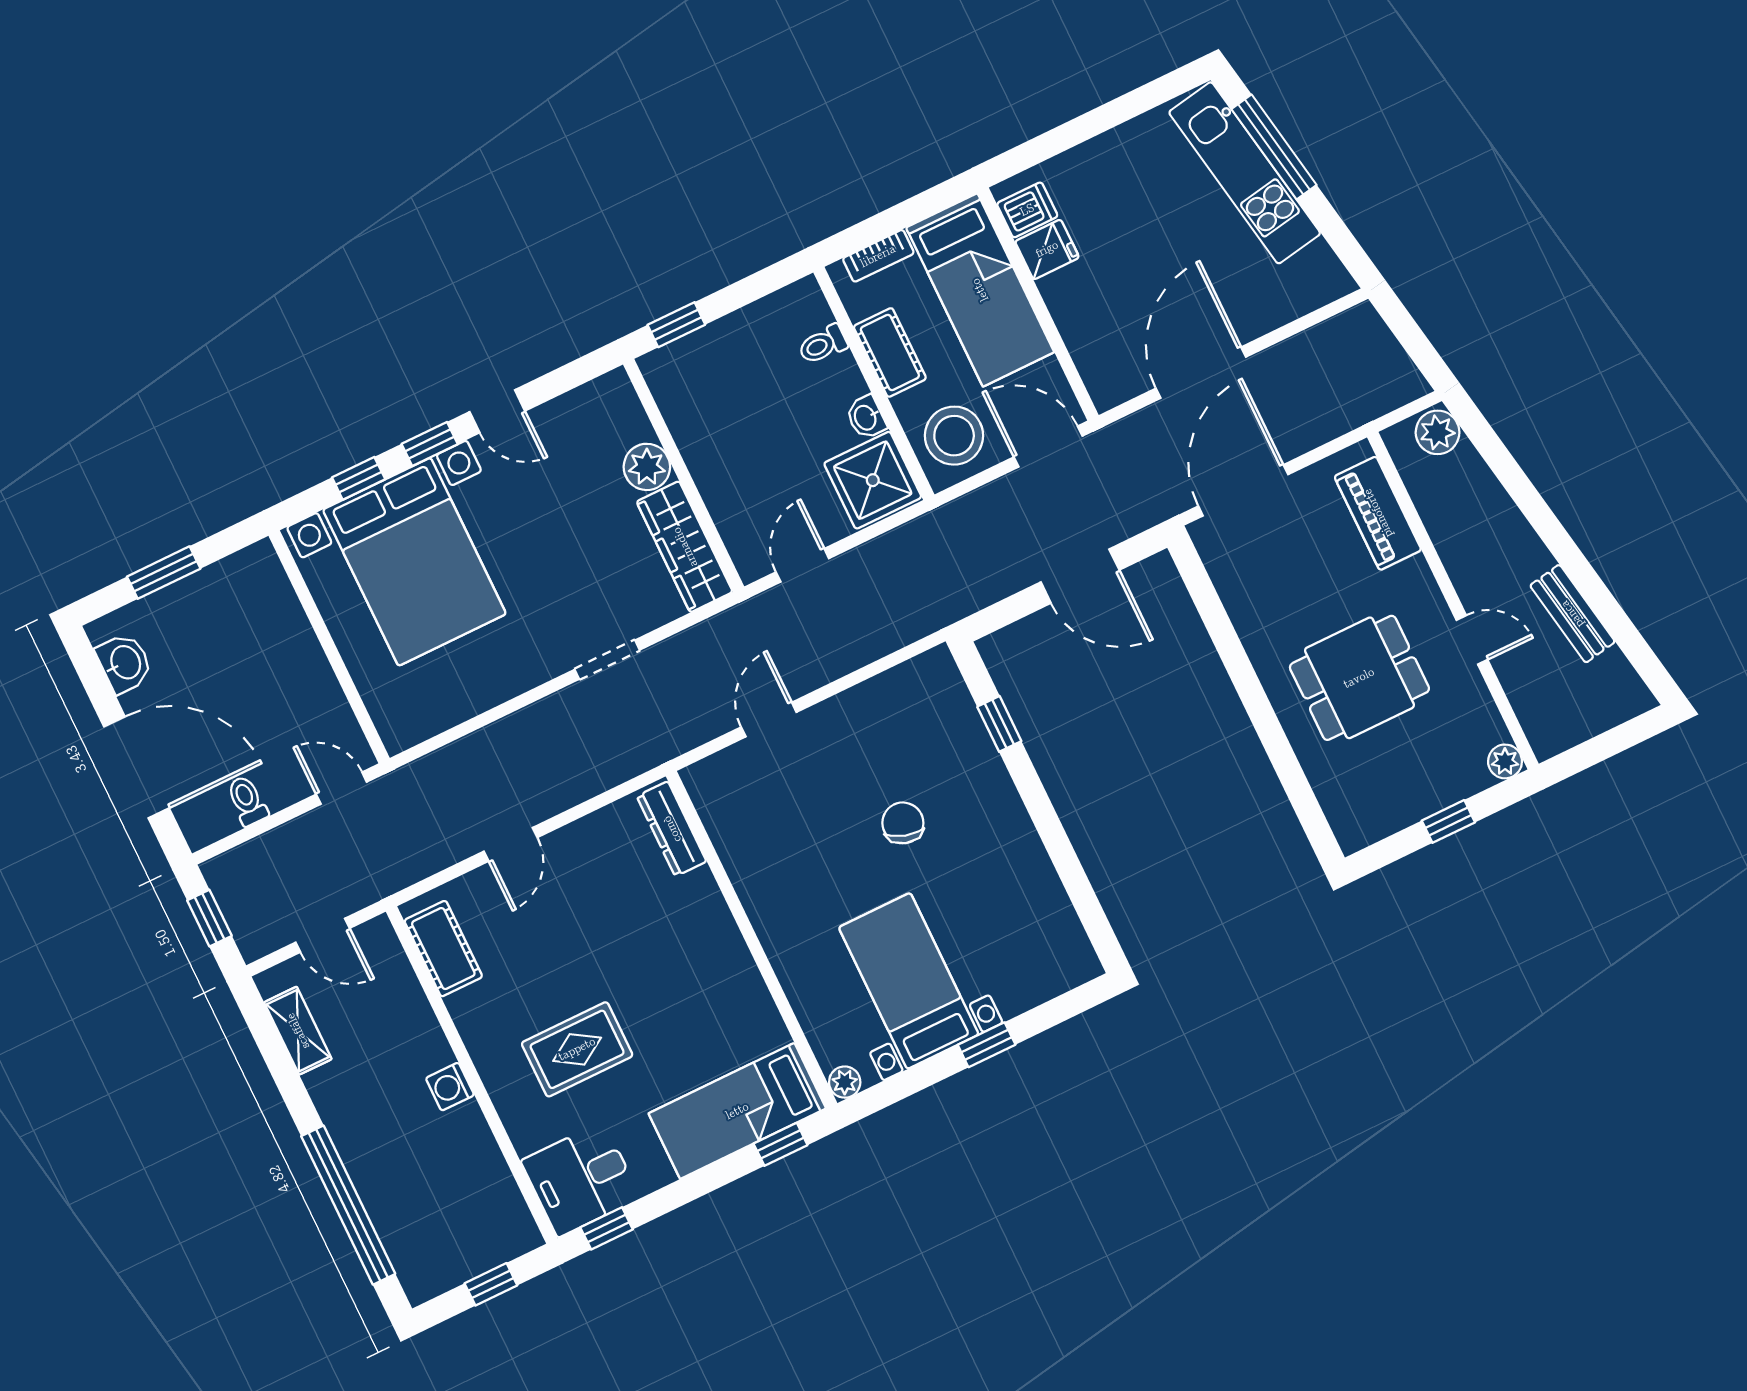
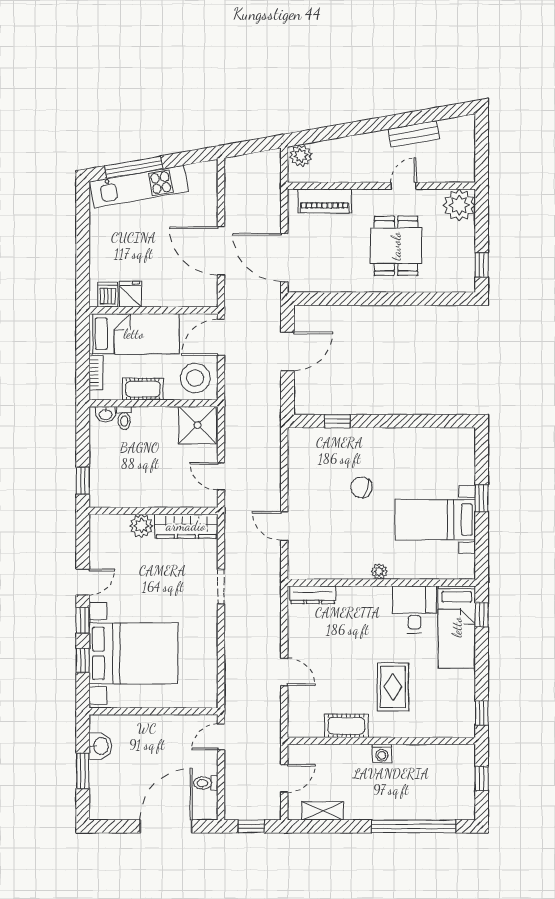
washbasin: (866, 417) -> (106, 414), moved
washbasin: (124, 663) -> (100, 746), moved, turned 90
plant: (1505, 761) -> (459, 205), width x1.87, depth x1.87
window: (1448, 821) -> (482, 265), moved
cot: (443, 949) -> (346, 726), moved
plant: (845, 1082) -> (379, 571), moved
desk: (581, 1179) -> (414, 609), moved, turned 180

